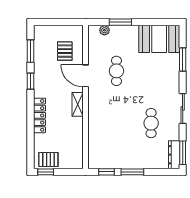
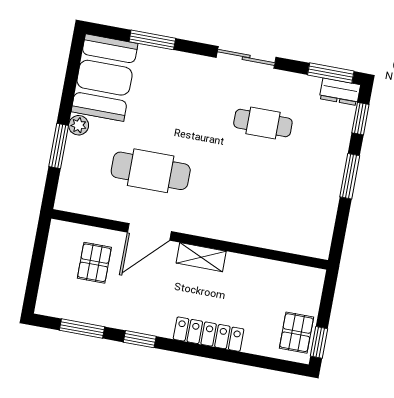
plant: (104, 30) -> (79, 125), moved
pallet: (65, 51) -> (94, 263), turned 90
cafe table: (116, 71) -> (151, 171), width x1.37, depth x1.35
dresser: (174, 155) -> (340, 92), width x0.70
window: (107, 172) -> (360, 119), moved

